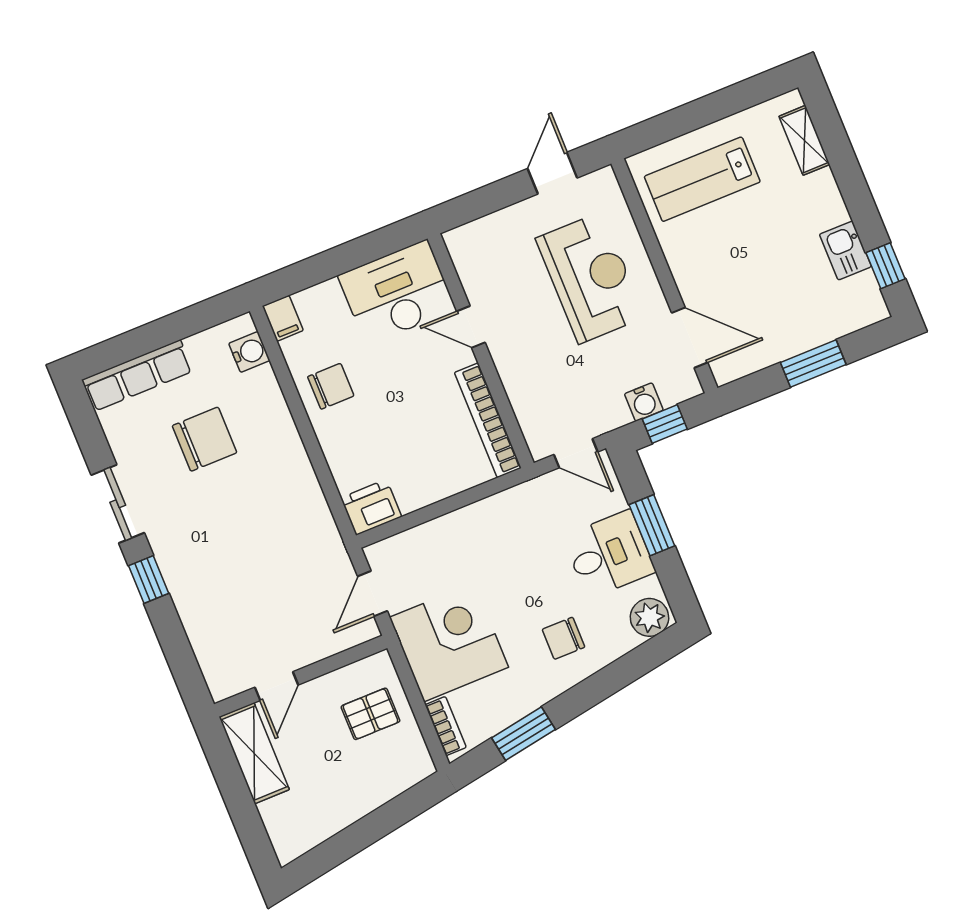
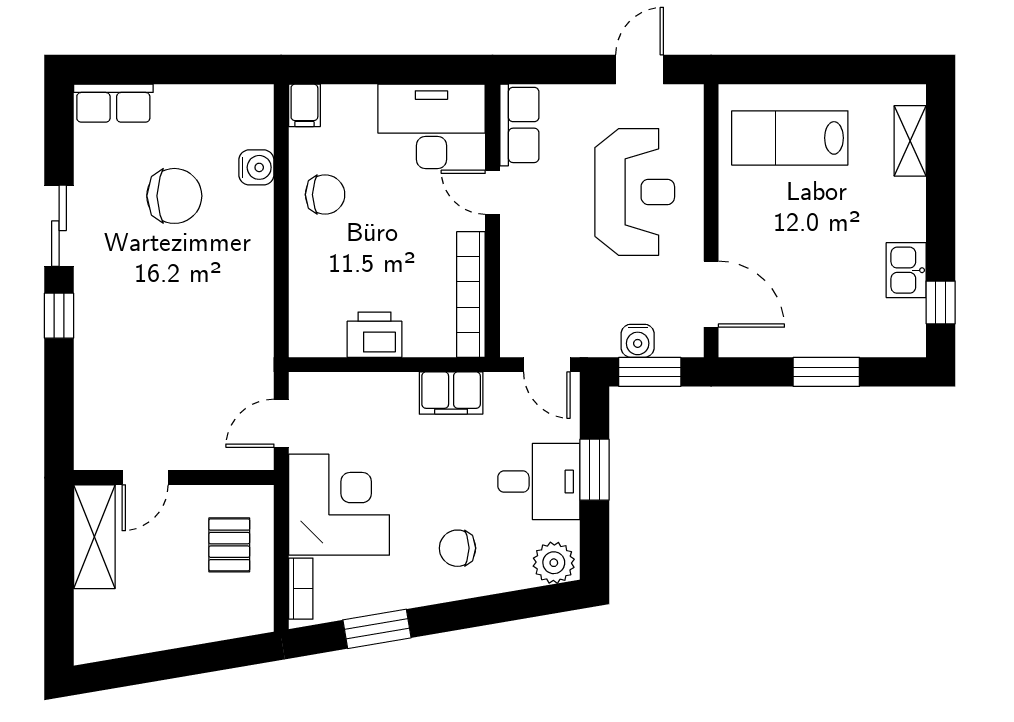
row of seats: (470, 261) -> (519, 125), added
water cooler: (249, 352) -> (256, 167), moved
row of seats: (137, 376) -> (113, 103), width x0.68
window: (665, 424) -> (650, 372), width x1.50
printer: (371, 507) -> (374, 335), moved
filing cabinet: (505, 510) -> (451, 393), added
pallet: (370, 714) -> (229, 545), turned 90

